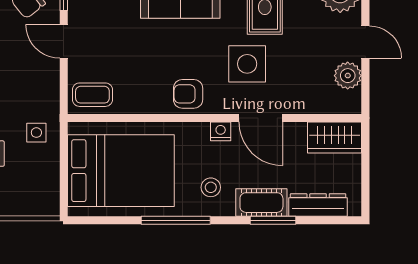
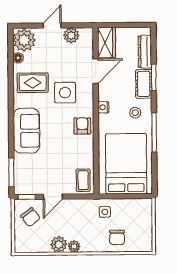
armchair: (188, 94) -> (82, 126), turned 180
door: (261, 118) -> (96, 71), moved

